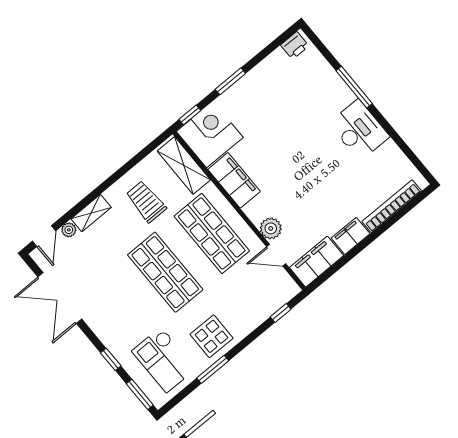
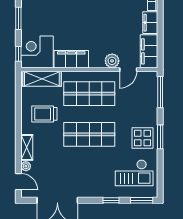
window: (281, 313) -> (160, 92), width x2.17
window: (213, 369) -> (160, 137), moved

